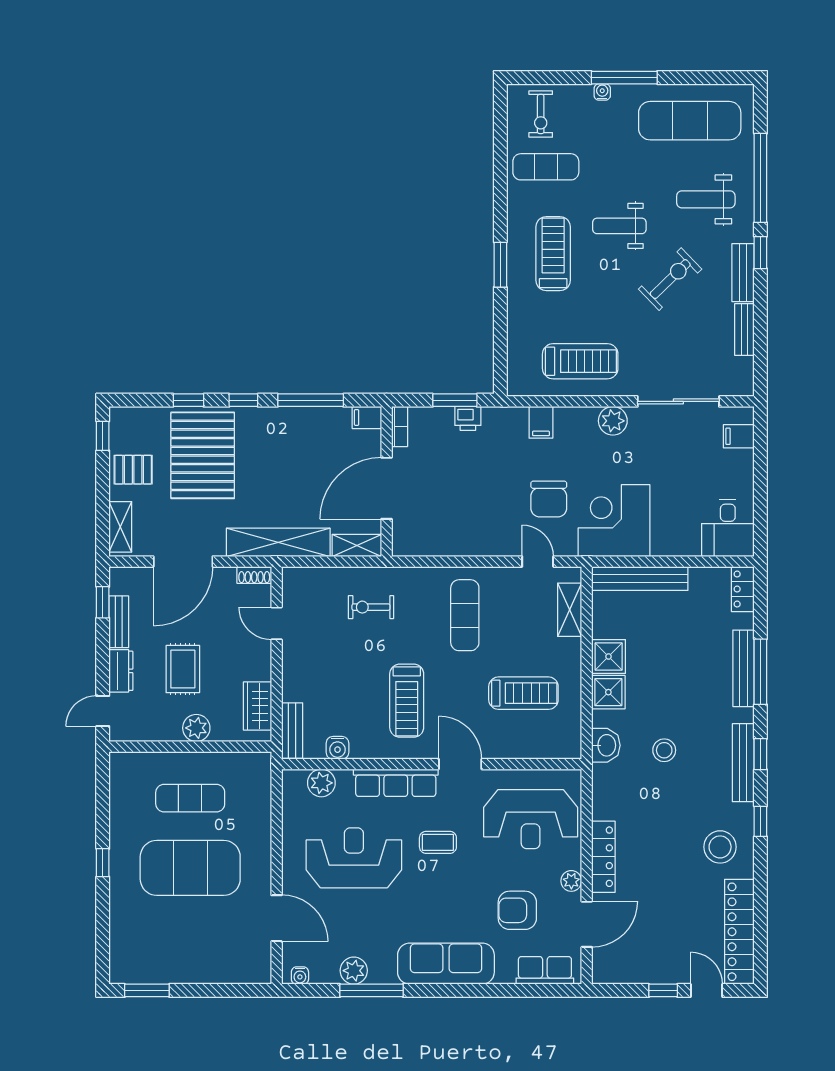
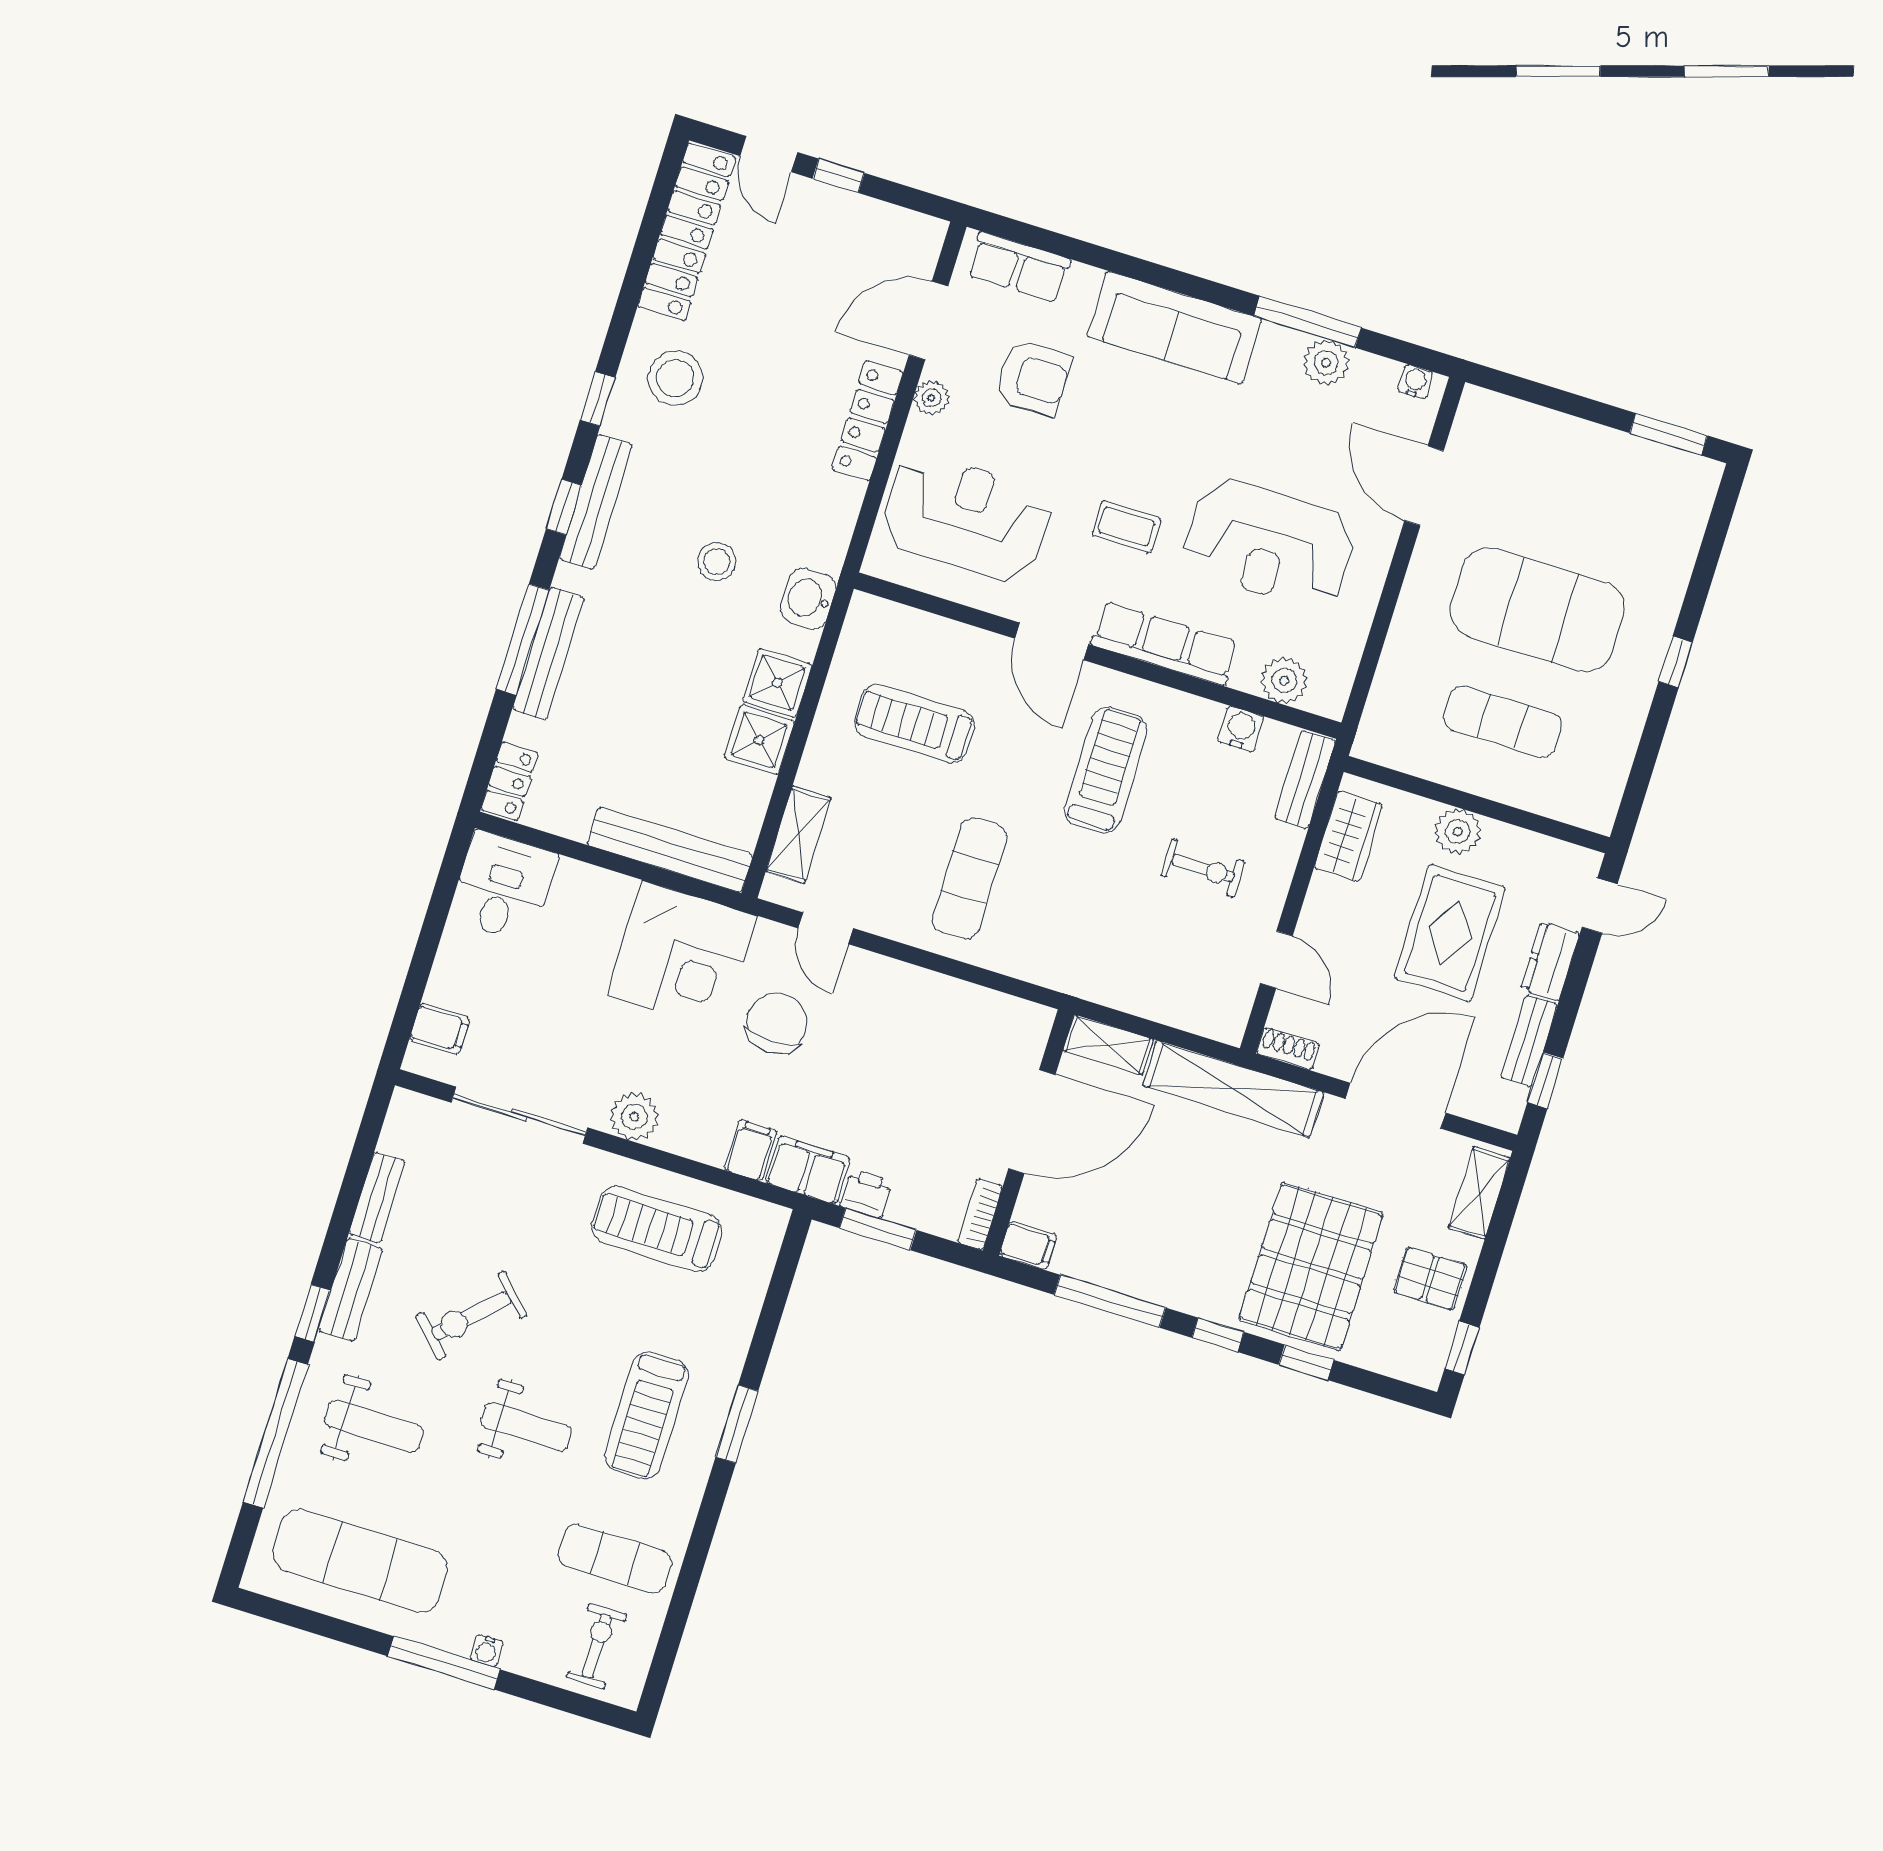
filing cabinet: (505, 421) -> (808, 1170), added
exercise bike: (371, 607) -> (1203, 868), moved
rug: (183, 669) -> (1450, 933), width x1.36, depth x1.43

